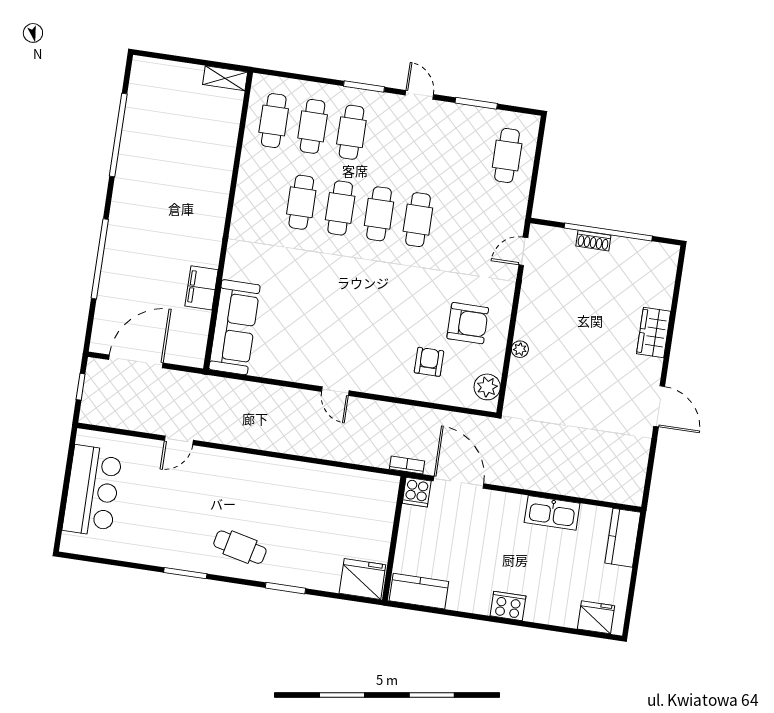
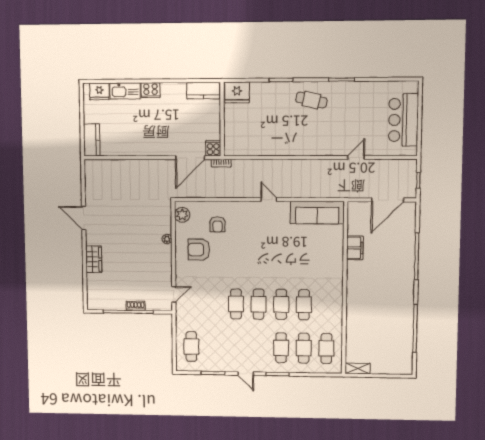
sofa: (234, 327) -> (317, 213), moved, turned -90
door: (459, 482) -> (190, 158), hinge flipped
kitchen sink: (552, 513) -> (125, 91), moved, turned 180

